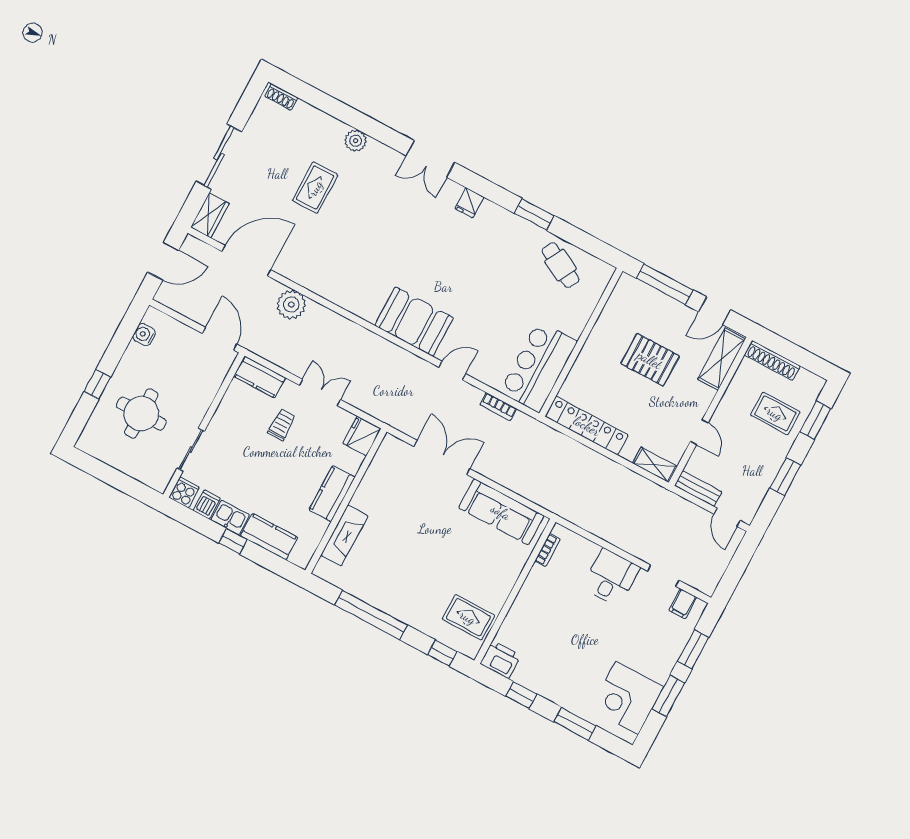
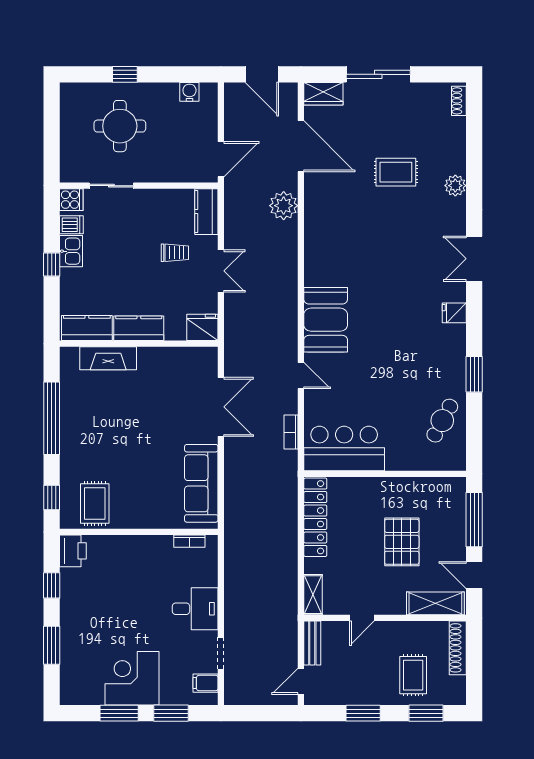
kitchen counter: (269, 537) -> (87, 328), moved, turned -90
corner desk: (627, 698) -> (132, 678), moved

